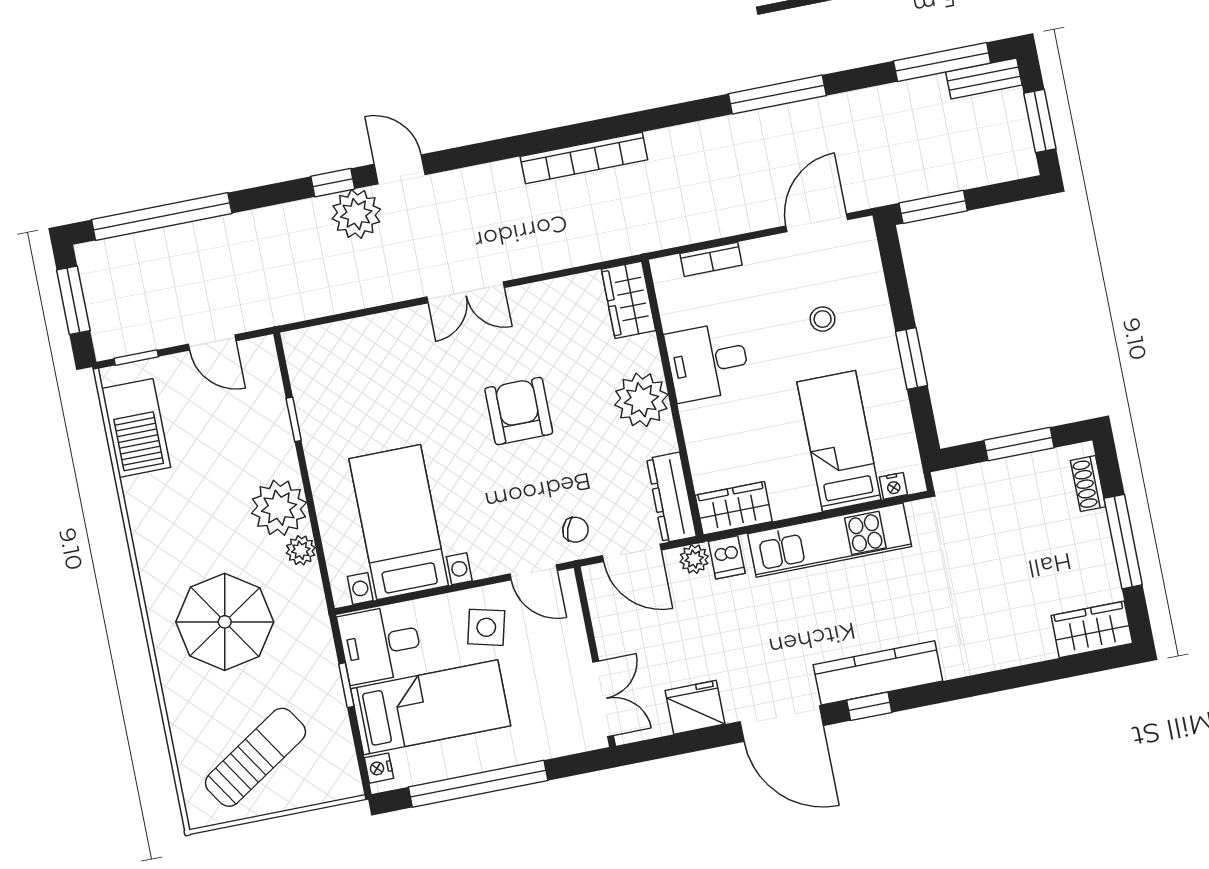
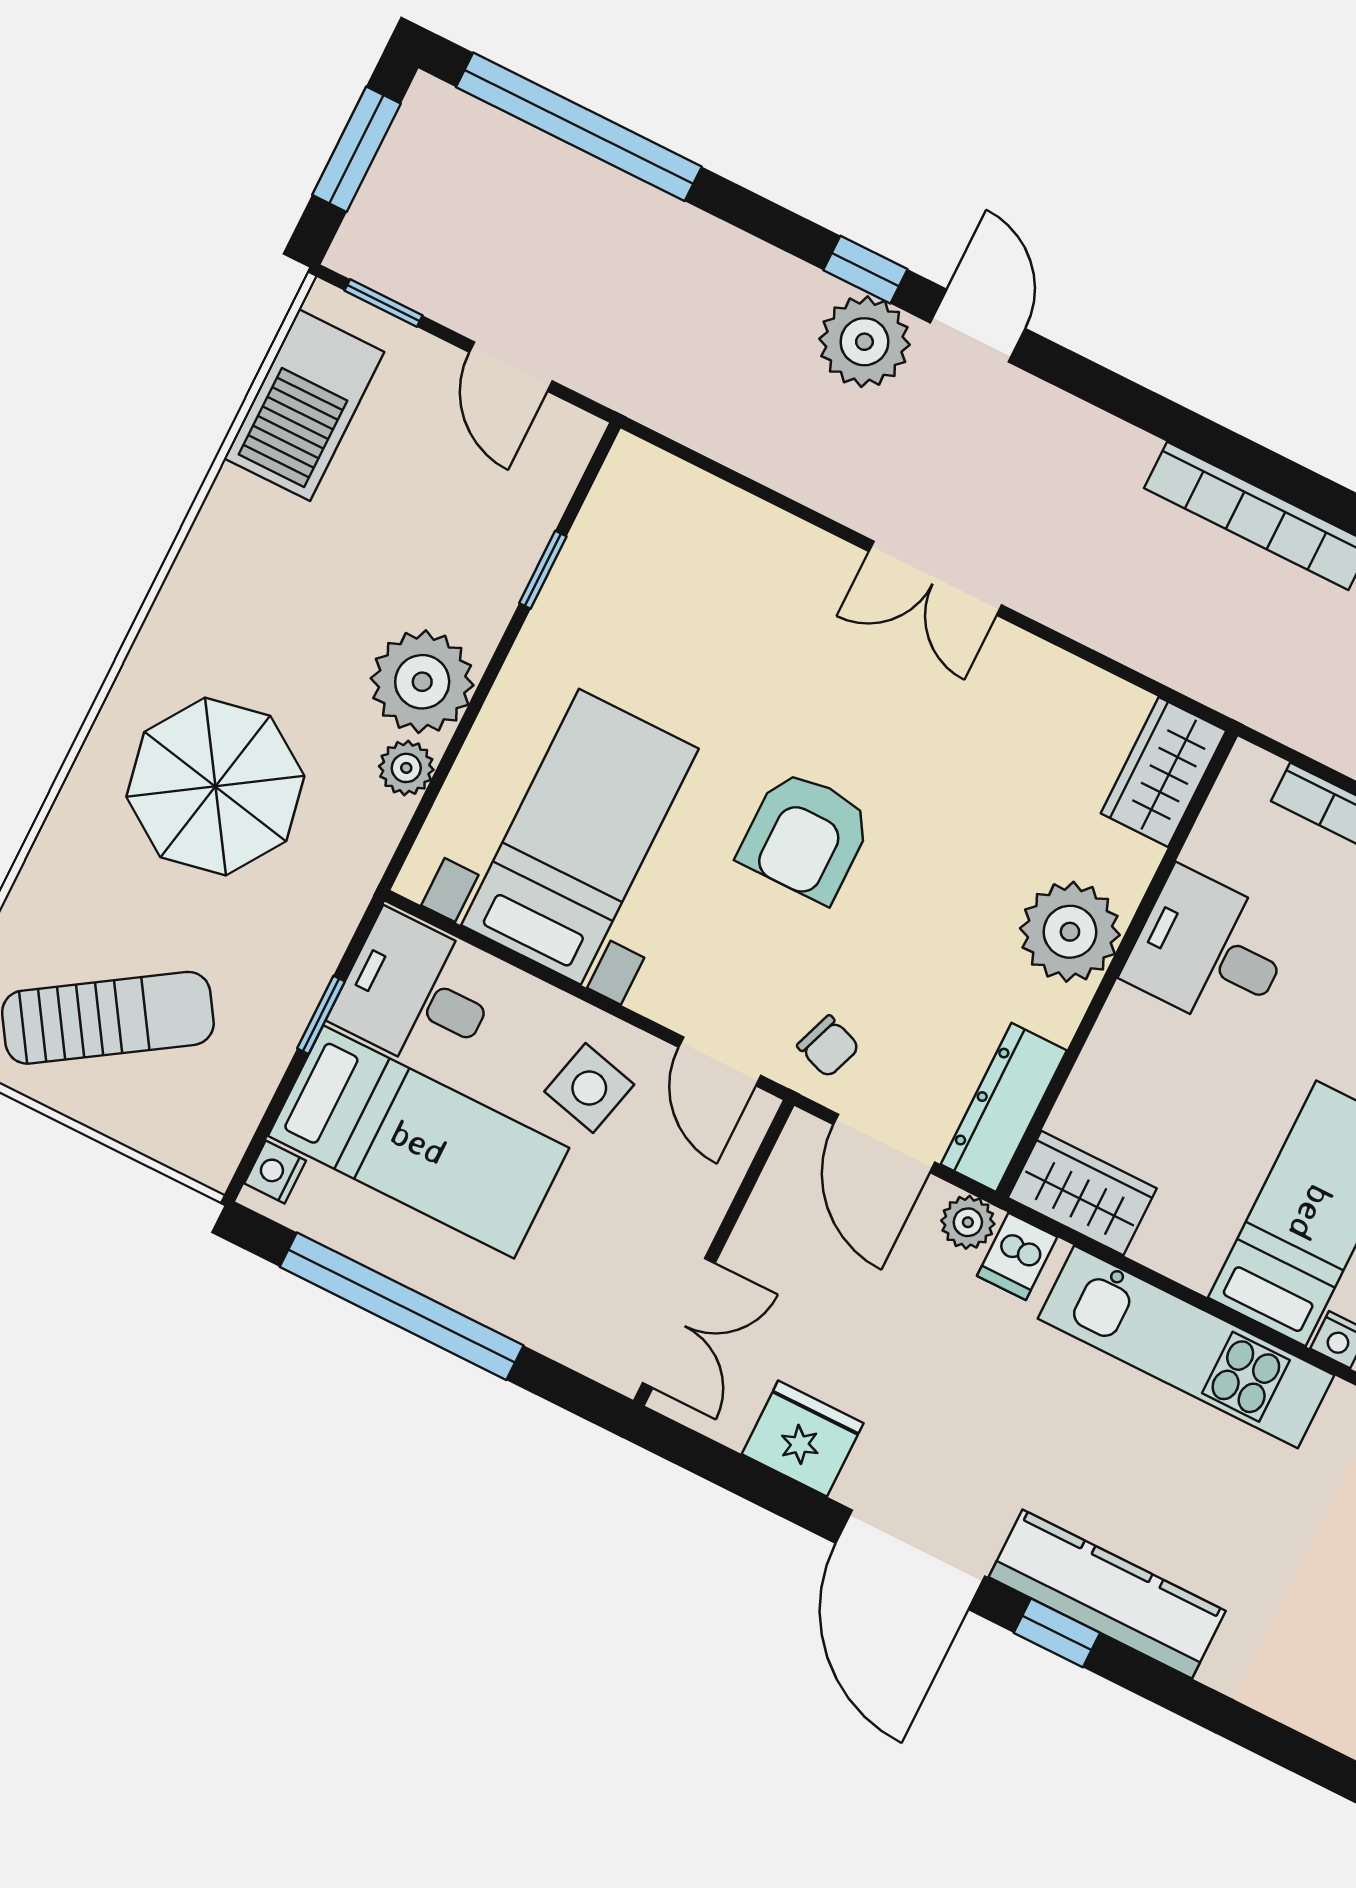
armchair: (519, 411) -> (805, 836), moved, turned 180

